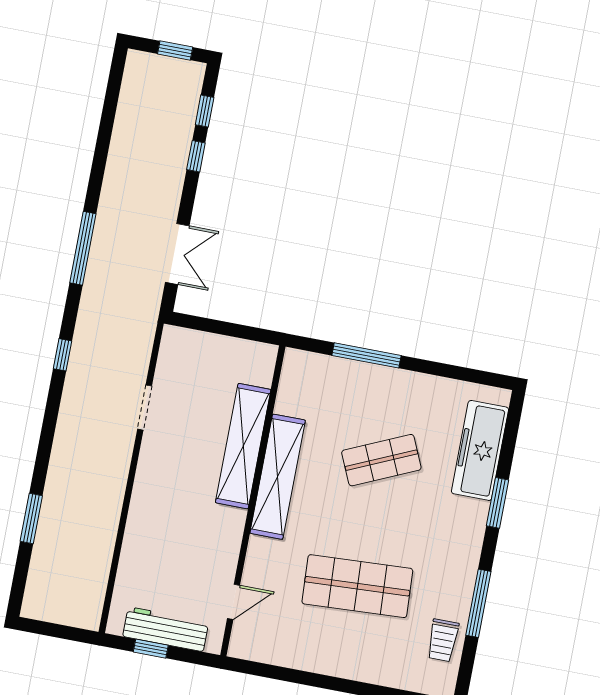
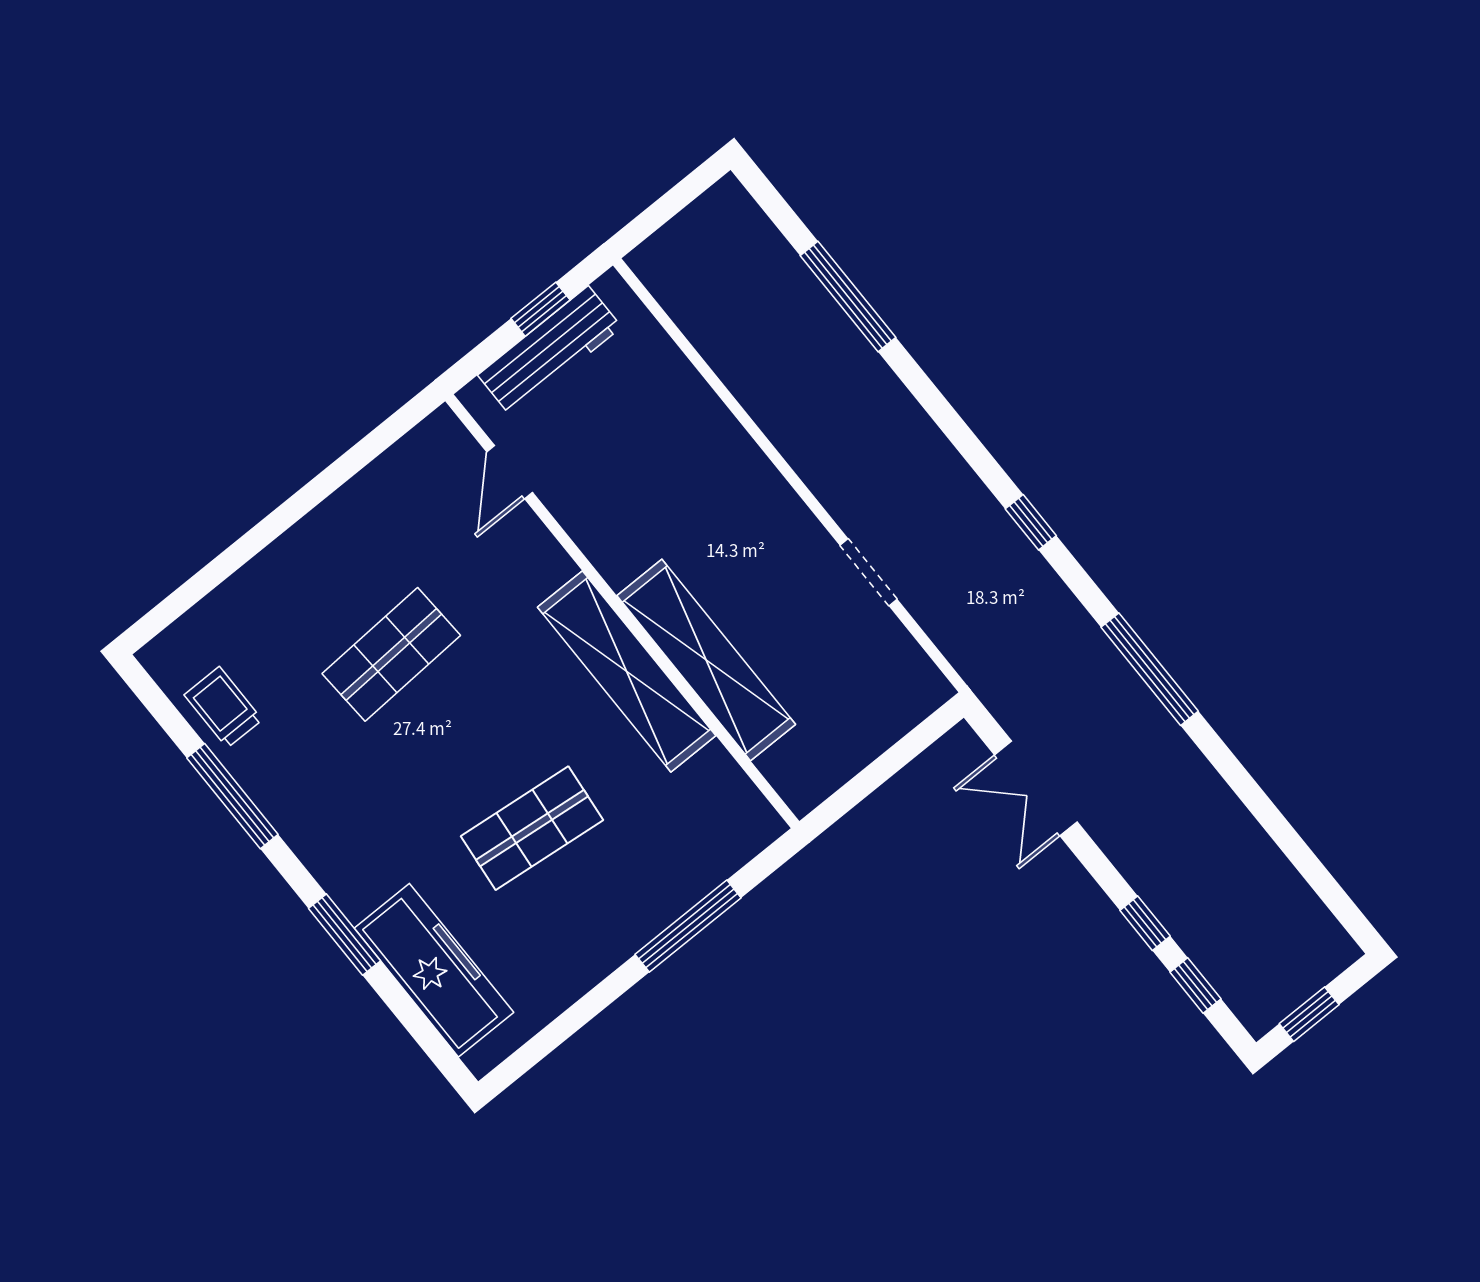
shop shelf: (381, 460) -> (532, 828), turned 30
window: (31, 519) -> (848, 297), width x1.44
shop shelf: (357, 586) -> (391, 654), width x0.70, depth x0.74

